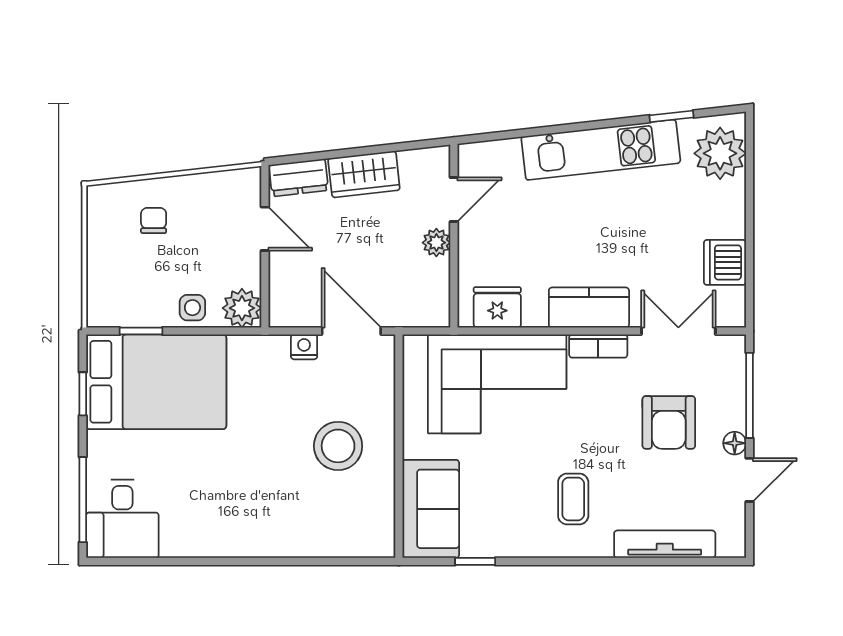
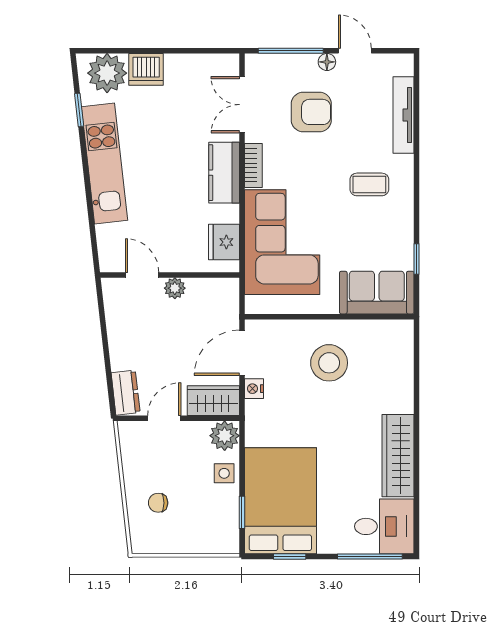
wardrobe: (364, 174) -> (213, 401), moved, turned -84
dishwasher: (725, 262) -> (146, 69), moved
wardrobe: (216, 537) -> (398, 456), added

